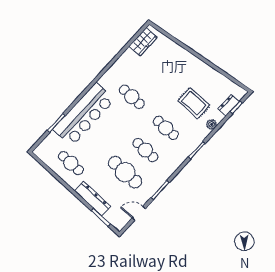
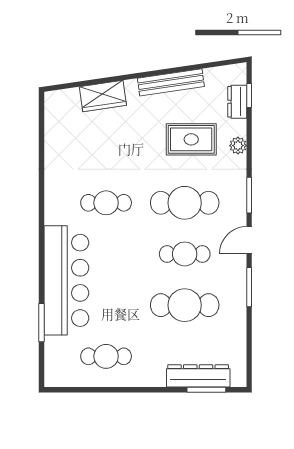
wardrobe: (143, 42) -> (103, 96), moved, turned 82
bench: (208, 70) -> (171, 82), added
cafe table: (166, 128) -> (185, 203), width x1.37, depth x1.35
dresser: (93, 199) -> (198, 376), moved
door: (139, 213) -> (249, 240), moved

